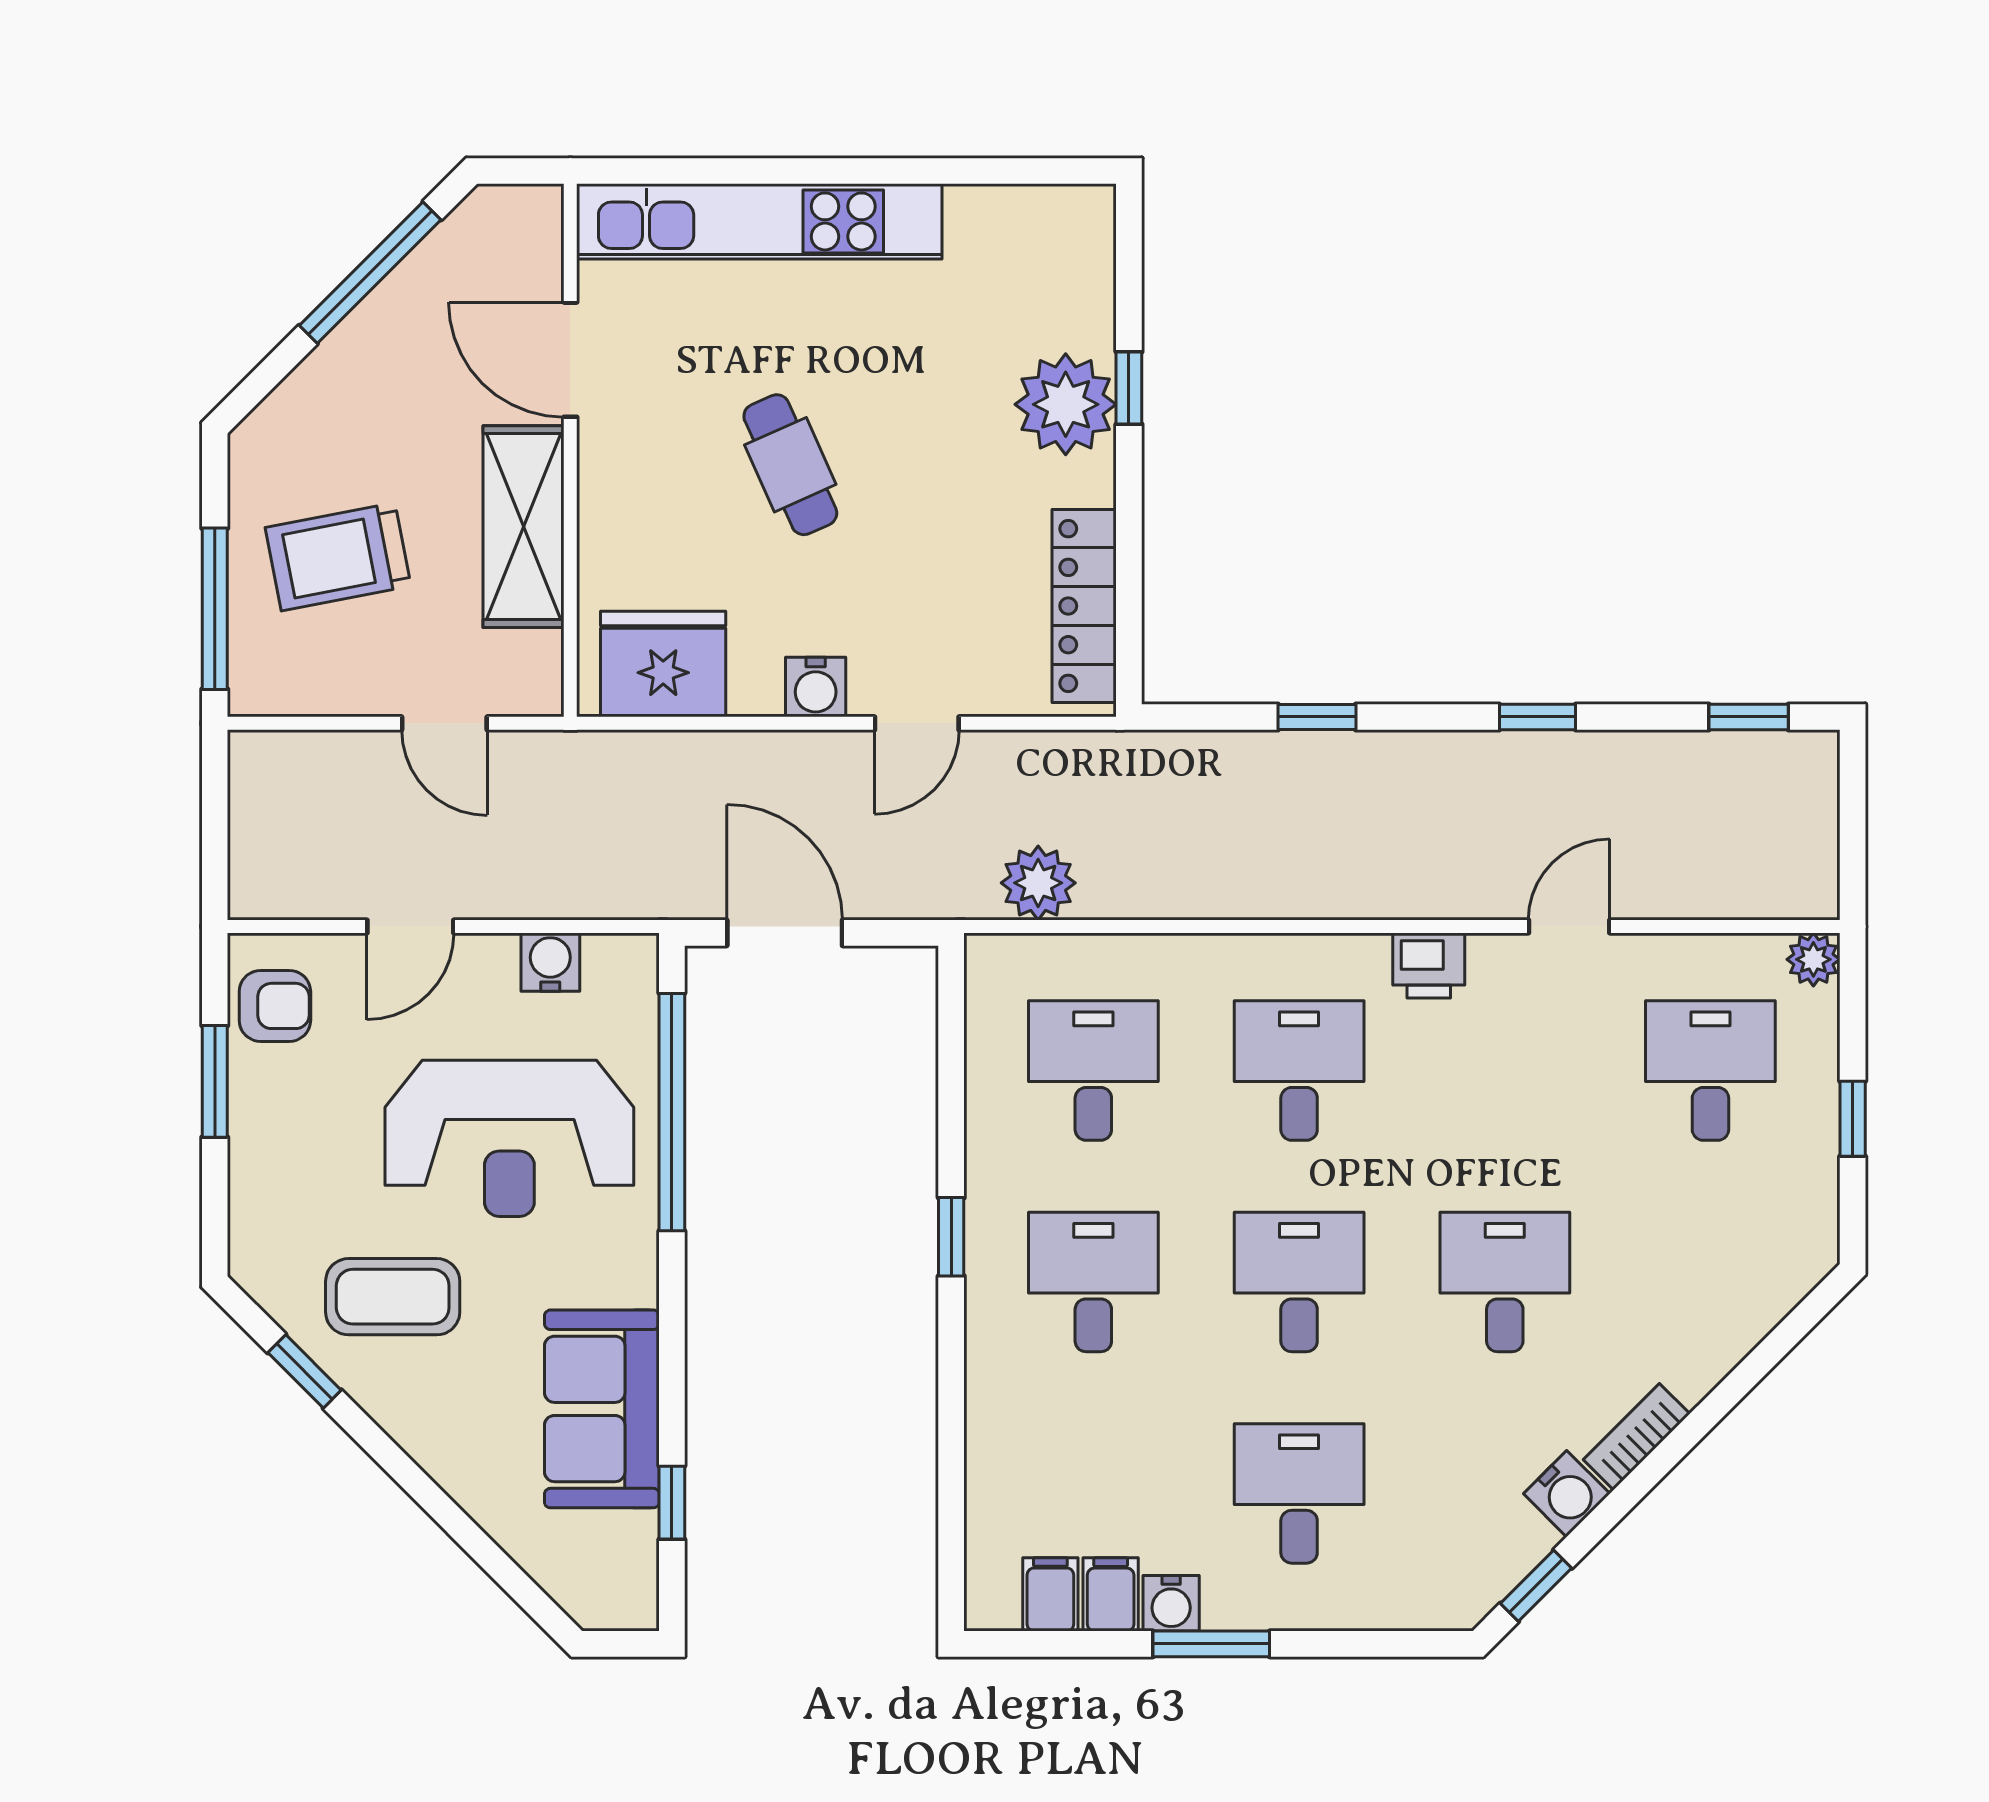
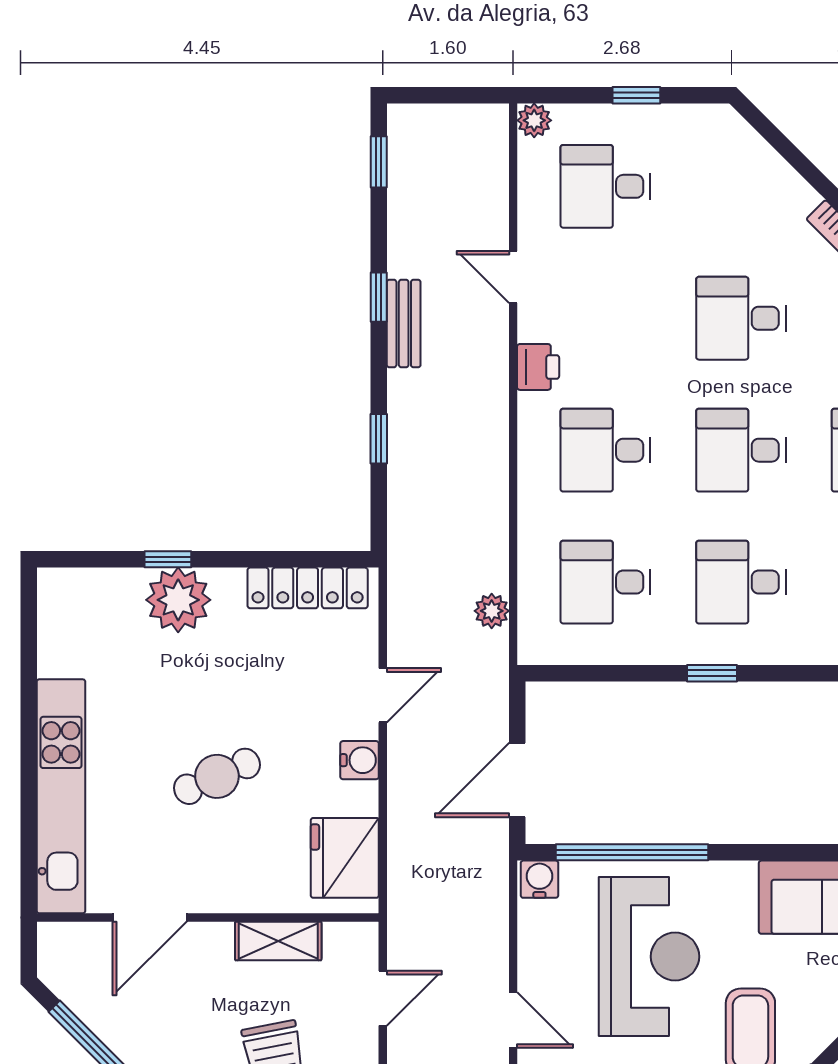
shelving: (524, 527) -> (278, 941), width x0.67, depth x0.75
door: (917, 723) -> (383, 695), hinge flipped
bench: (1497, 756) -> (404, 324), added
plant: (1038, 883) -> (492, 611), width x0.73, depth x0.73
water cooler: (550, 962) -> (539, 879), moved, turned 90

